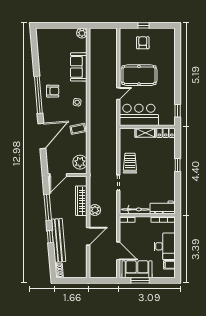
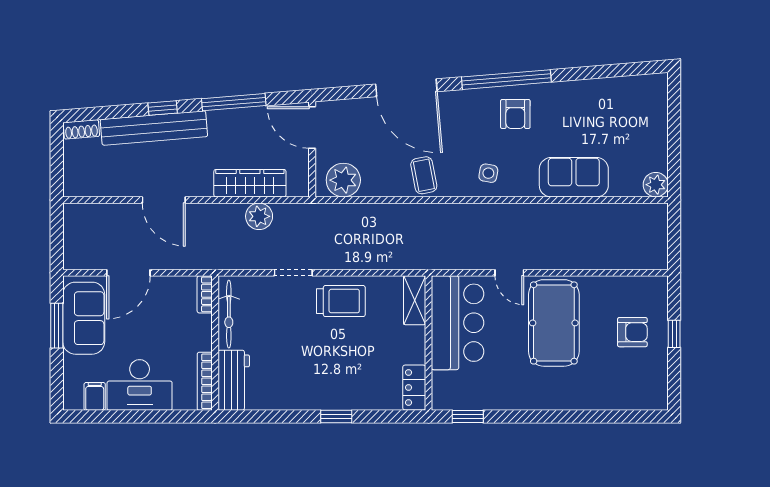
shelving: (145, 133) -> (415, 300), moved
plant: (95, 210) -> (259, 216), moved

